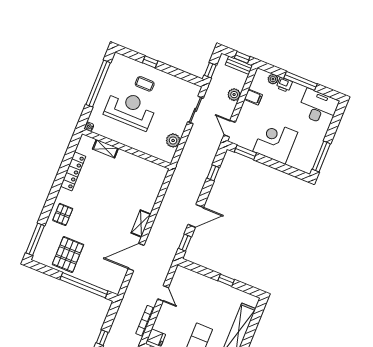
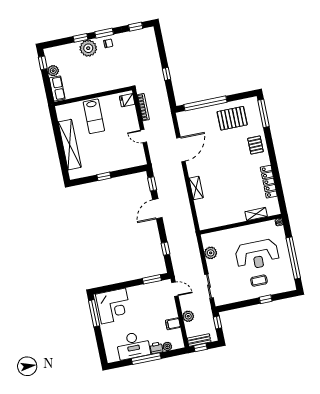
desk: (318, 107) -> (133, 345), moved
corner desk: (275, 142) -> (114, 306), moved
shelving: (141, 224) -> (196, 188), moved
pallet: (68, 254) -> (232, 118), turned 90

